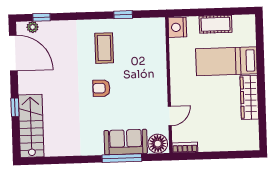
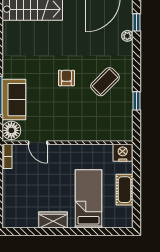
plant: (33, 27) -> (127, 36), moved
coffee table: (104, 48) -> (105, 82), turned -45
wardrobe: (249, 97) -> (53, 220), width x0.67

